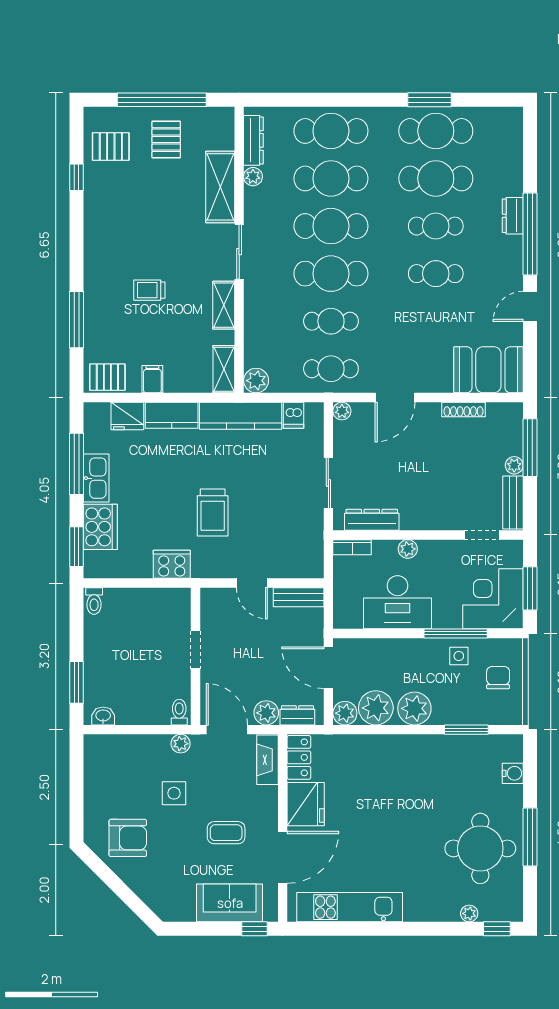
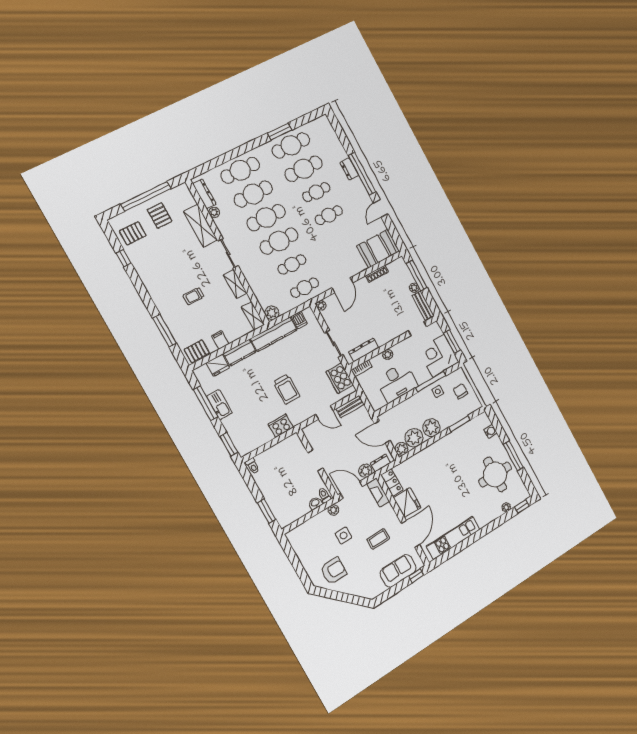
cooker: (100, 527) -> (340, 378), moved, turned 180
washbasin: (103, 716) -> (315, 503), moved

